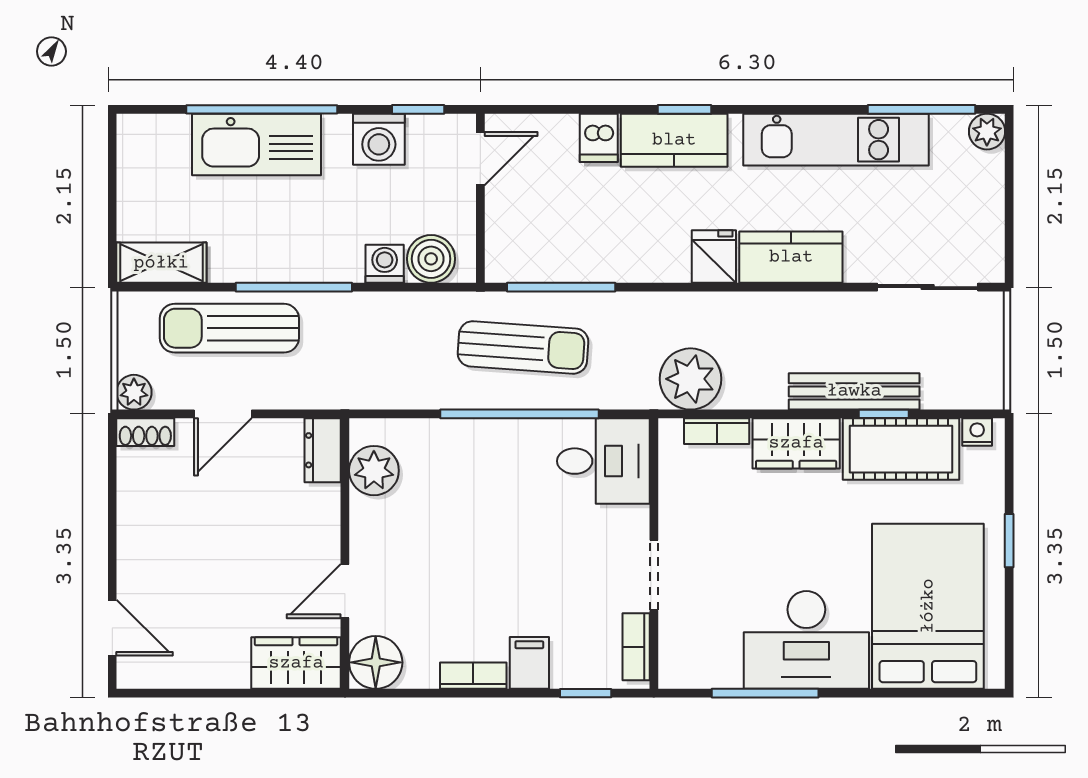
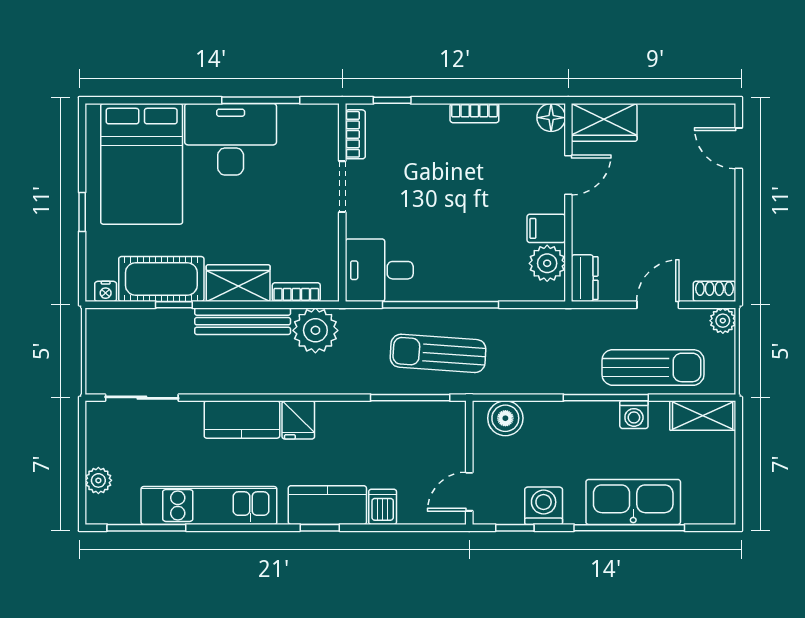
plant: (987, 132) -> (98, 480), moved
washing machine: (385, 264) -> (634, 415), moved
bench: (854, 391) -> (243, 321), moved
floor lamp: (376, 662) -> (551, 118), width x0.73, depth x0.73
filing cabinet: (529, 663) -> (546, 228), moved, turned 90

